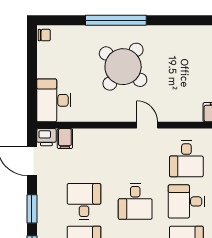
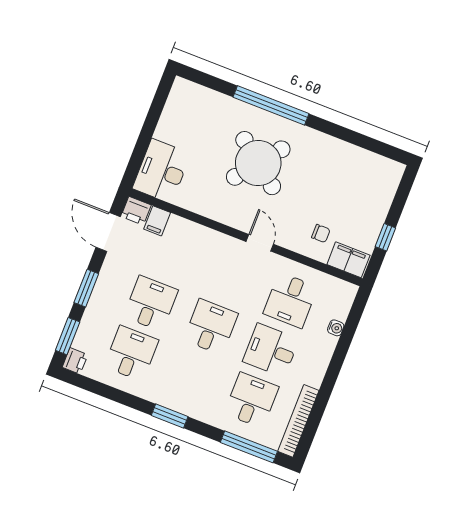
chair: (44, 35) -> (321, 234), moved
desk: (135, 201) -> (211, 327), turned 180

